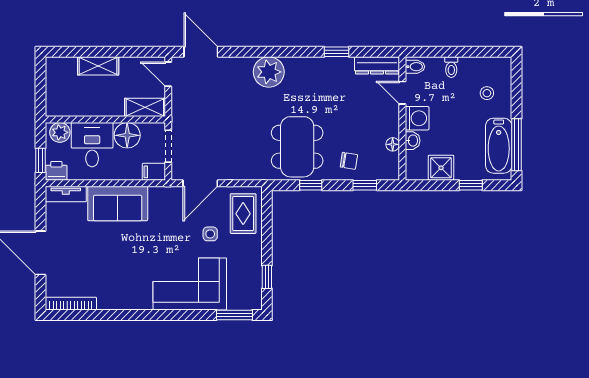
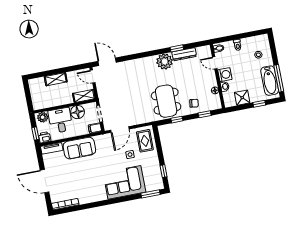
dresser: (377, 65) -> (184, 54), moved
plant: (269, 72) -> (165, 62), moved

